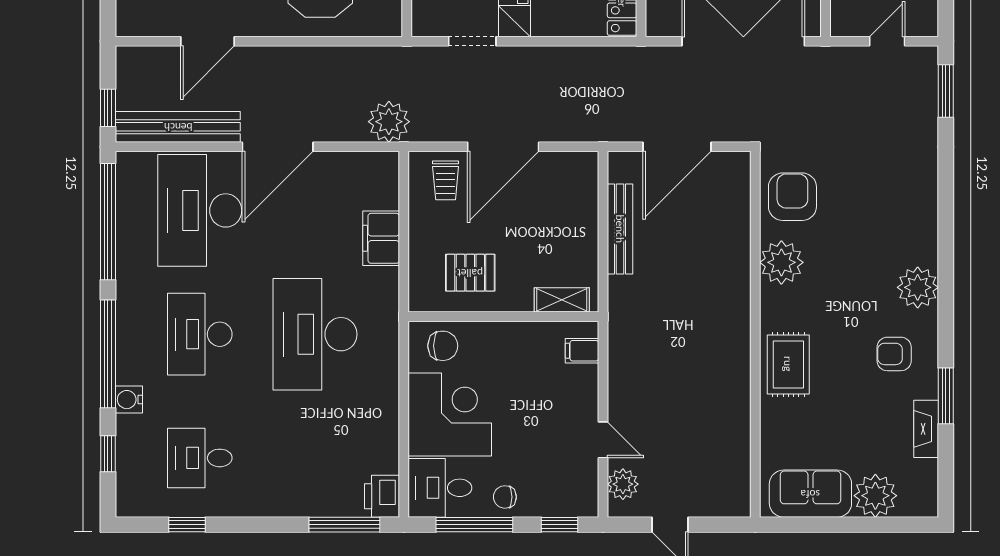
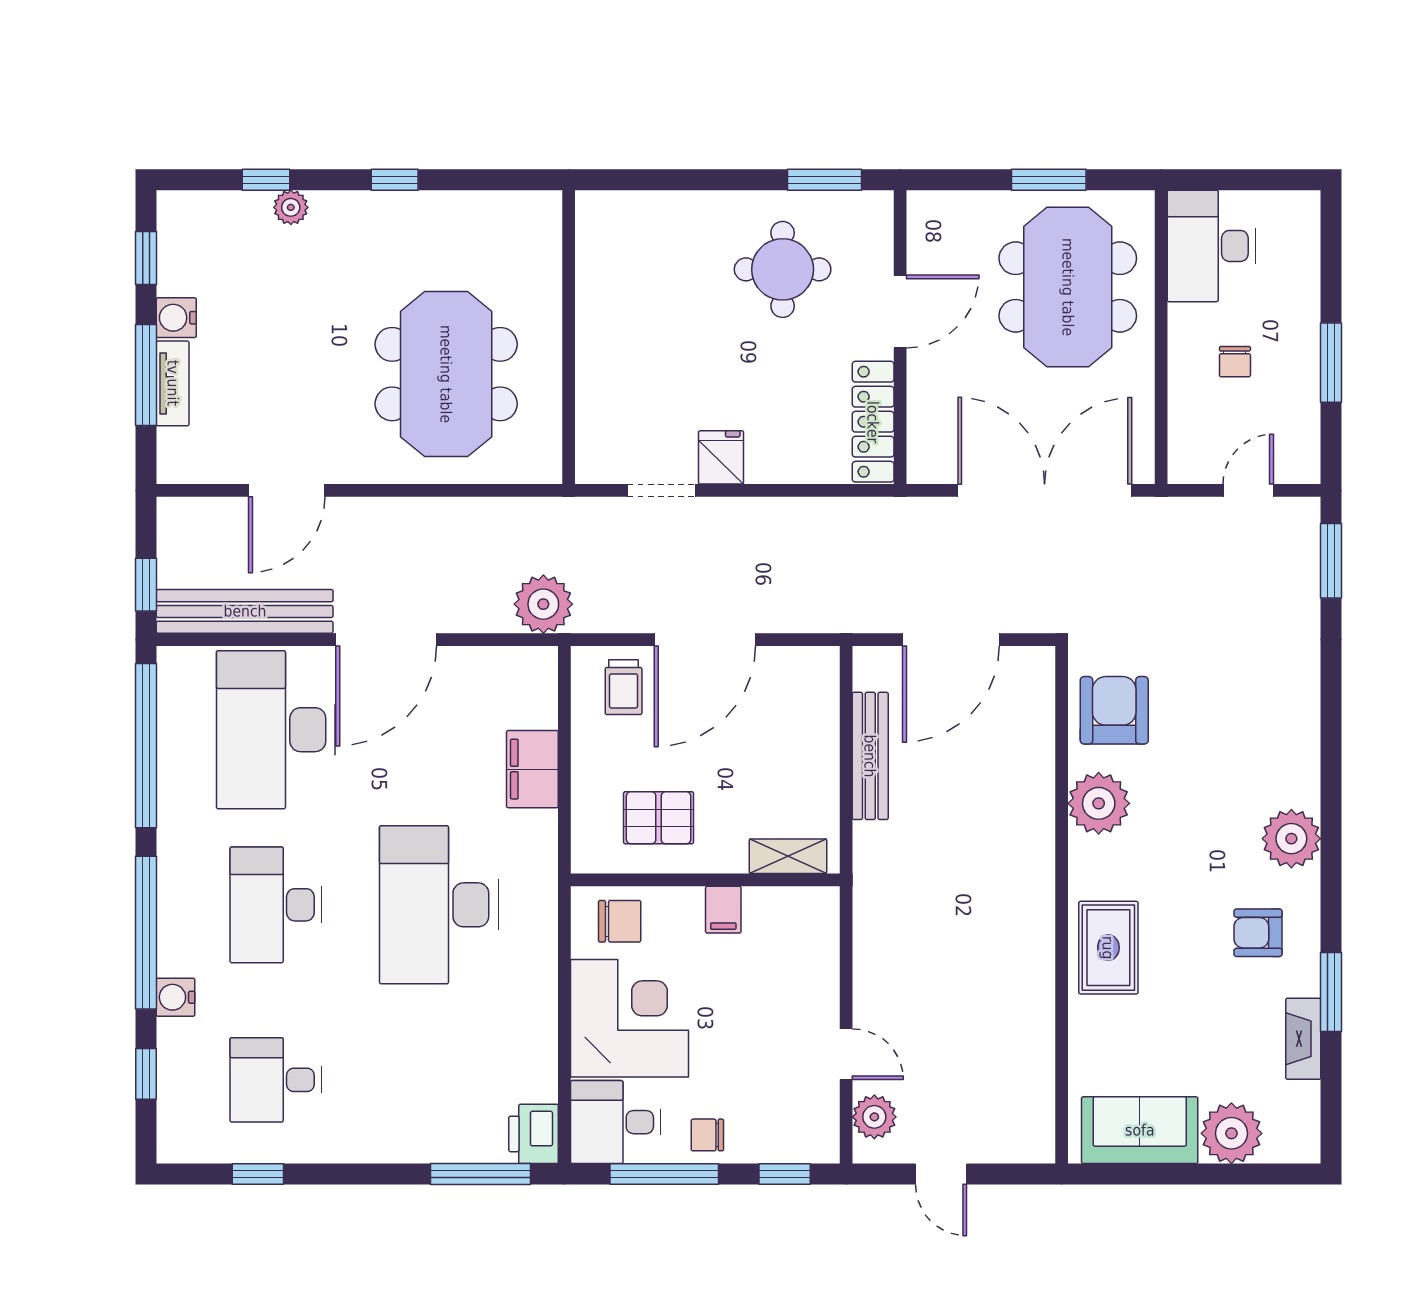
filing cabinet: (582, 351) -> (723, 910), moved, turned -90

